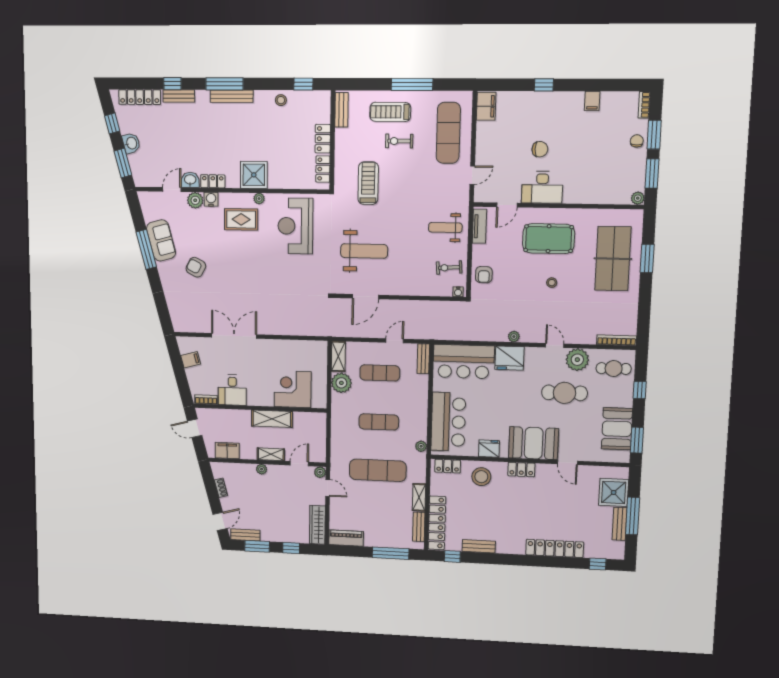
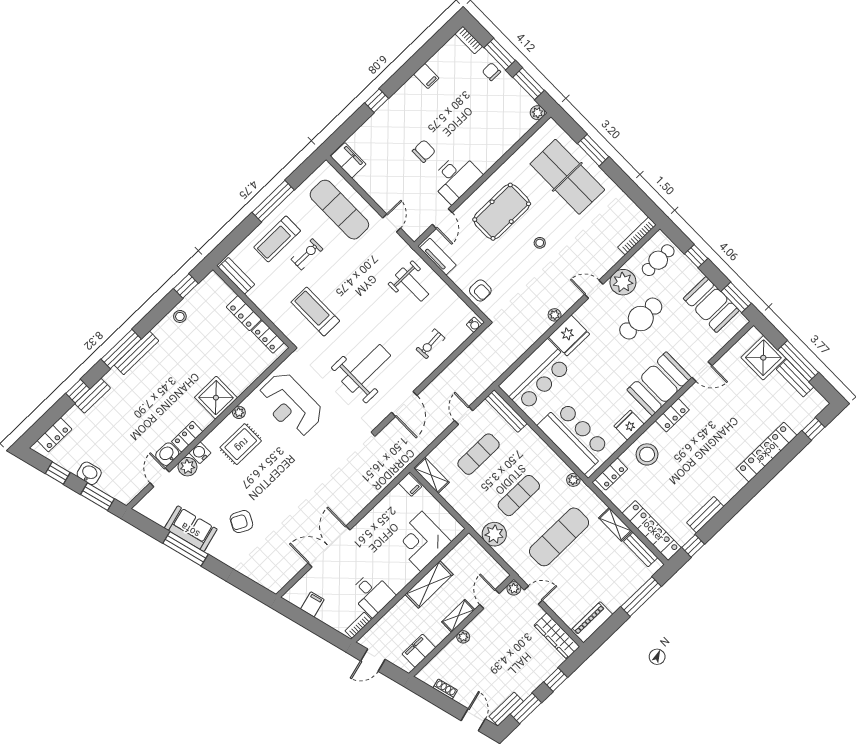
locker: (140, 97) -> (54, 435), width x0.66
exercise bike: (399, 141) -> (307, 254), turned 180
weight bench: (445, 228) -> (412, 285), turned -90
exercise bike: (449, 268) -> (431, 344), moved
filing cabinet: (320, 349) -> (410, 485), added
bench: (423, 359) -> (506, 411), width x1.36
plant: (341, 383) -> (494, 534), moved

